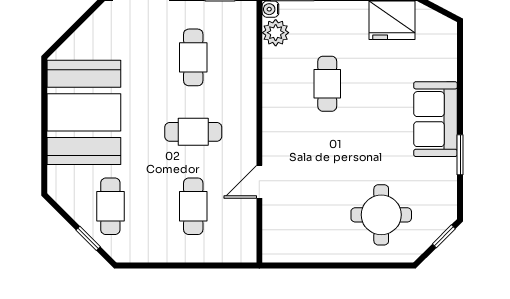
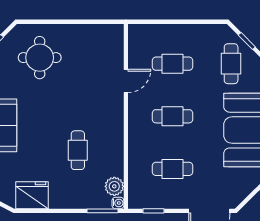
cafe table: (193, 57) -> (173, 169), turned 90
cafe table: (193, 206) -> (173, 64), turned 90

